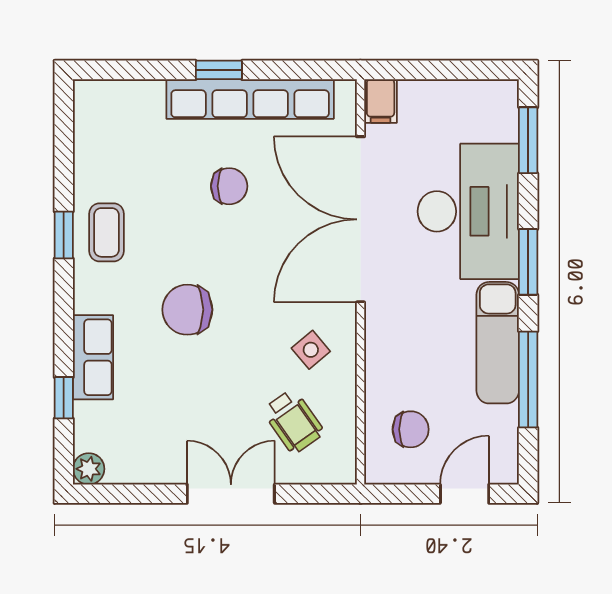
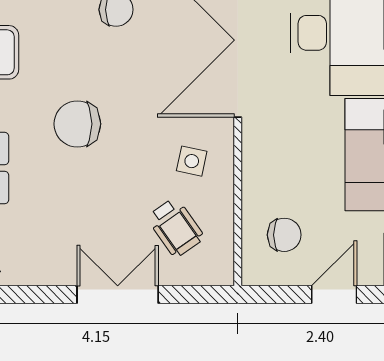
side table: (311, 350) -> (192, 161), turned -38

